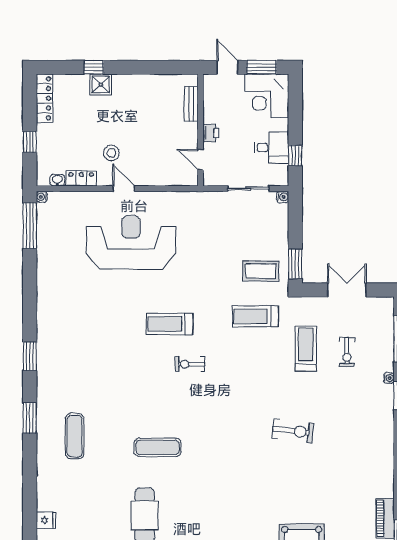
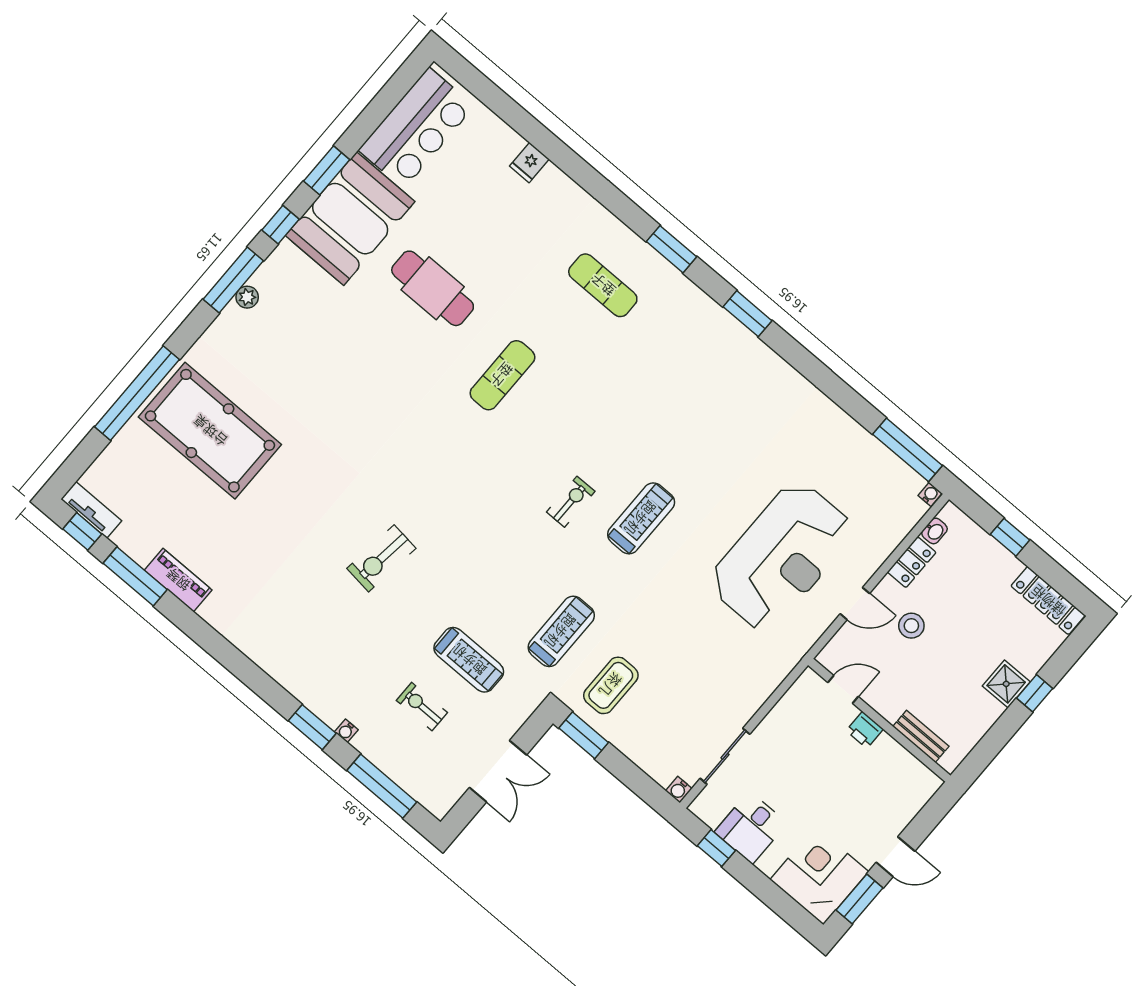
bench: (191, 104) -> (921, 736), moved
wall: (200, 130) -> (879, 720), moved
printer: (211, 133) -> (865, 730), moved
door: (200, 160) -> (843, 689), moved

